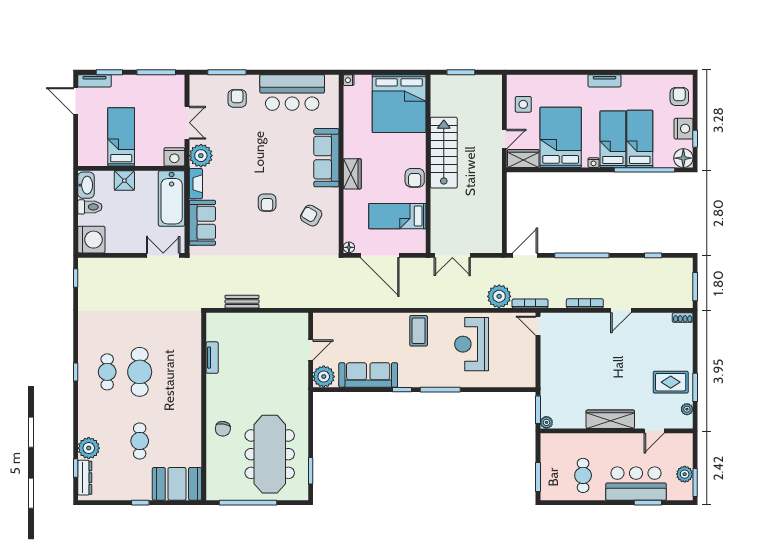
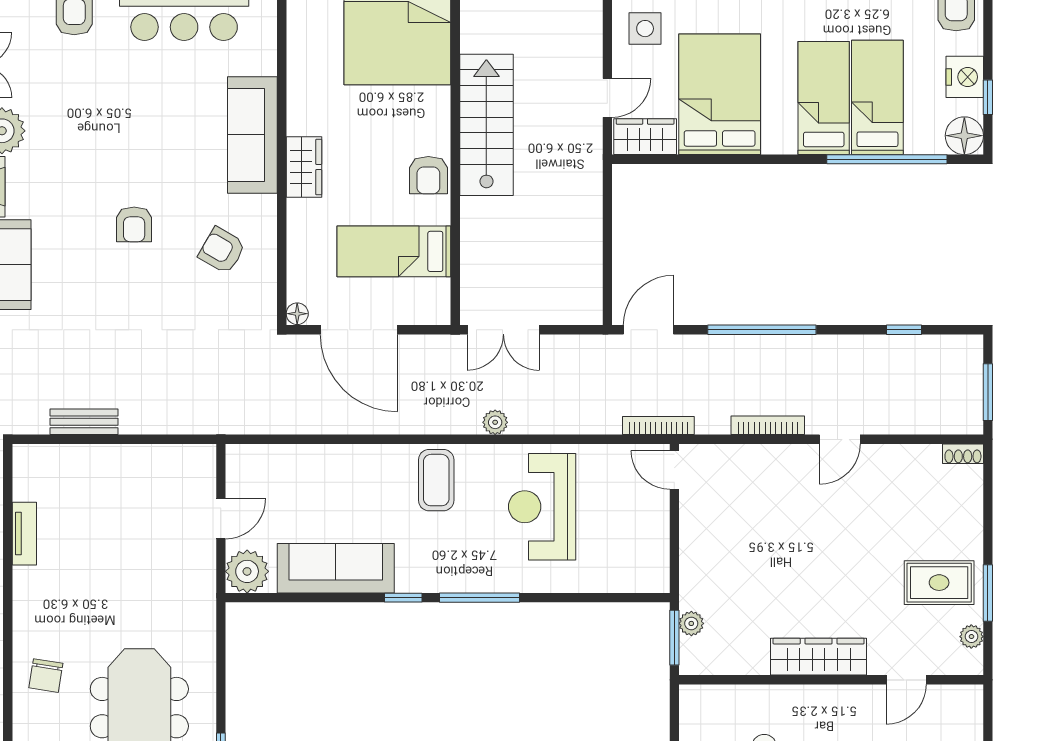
nightstand: (594, 163) -> (785, 145), removed
plant: (499, 296) -> (495, 422), moved, width x0.53, depth x0.53
plant: (546, 422) -> (691, 623), moved

